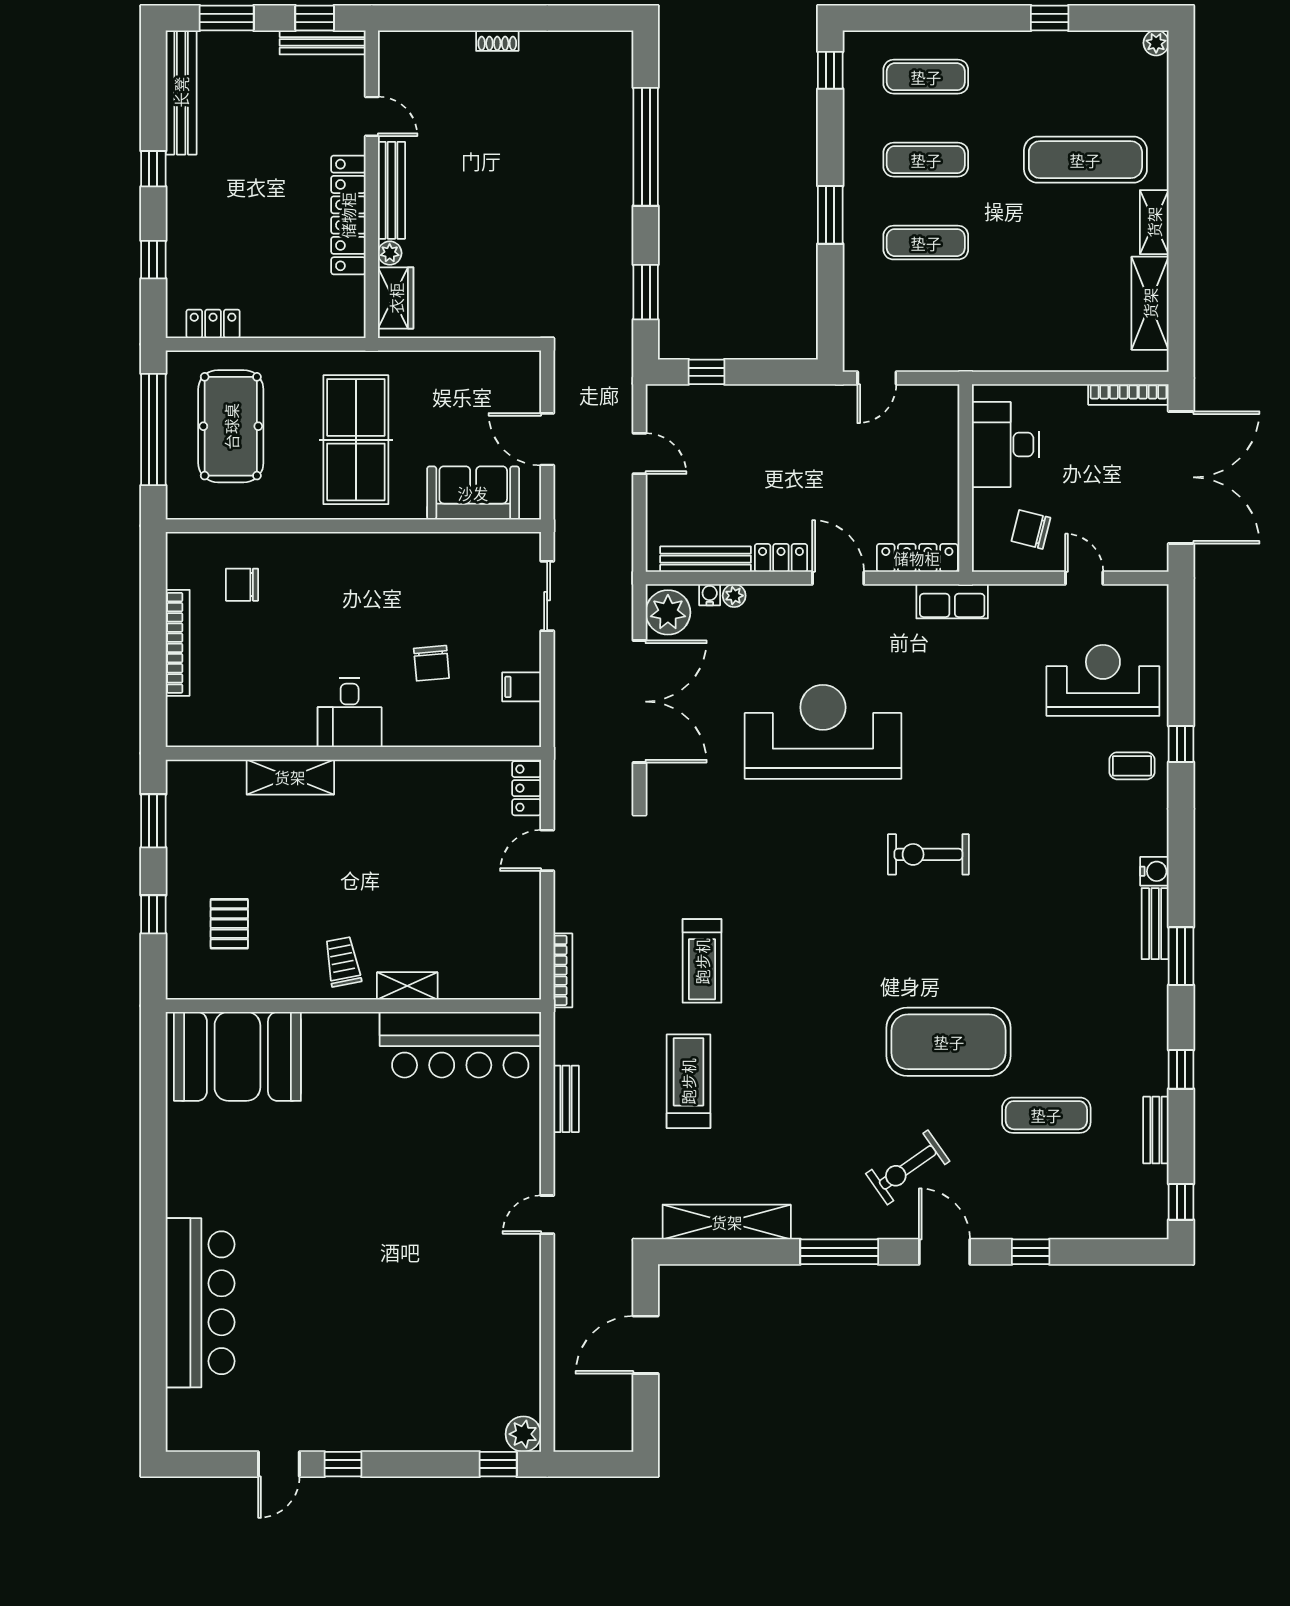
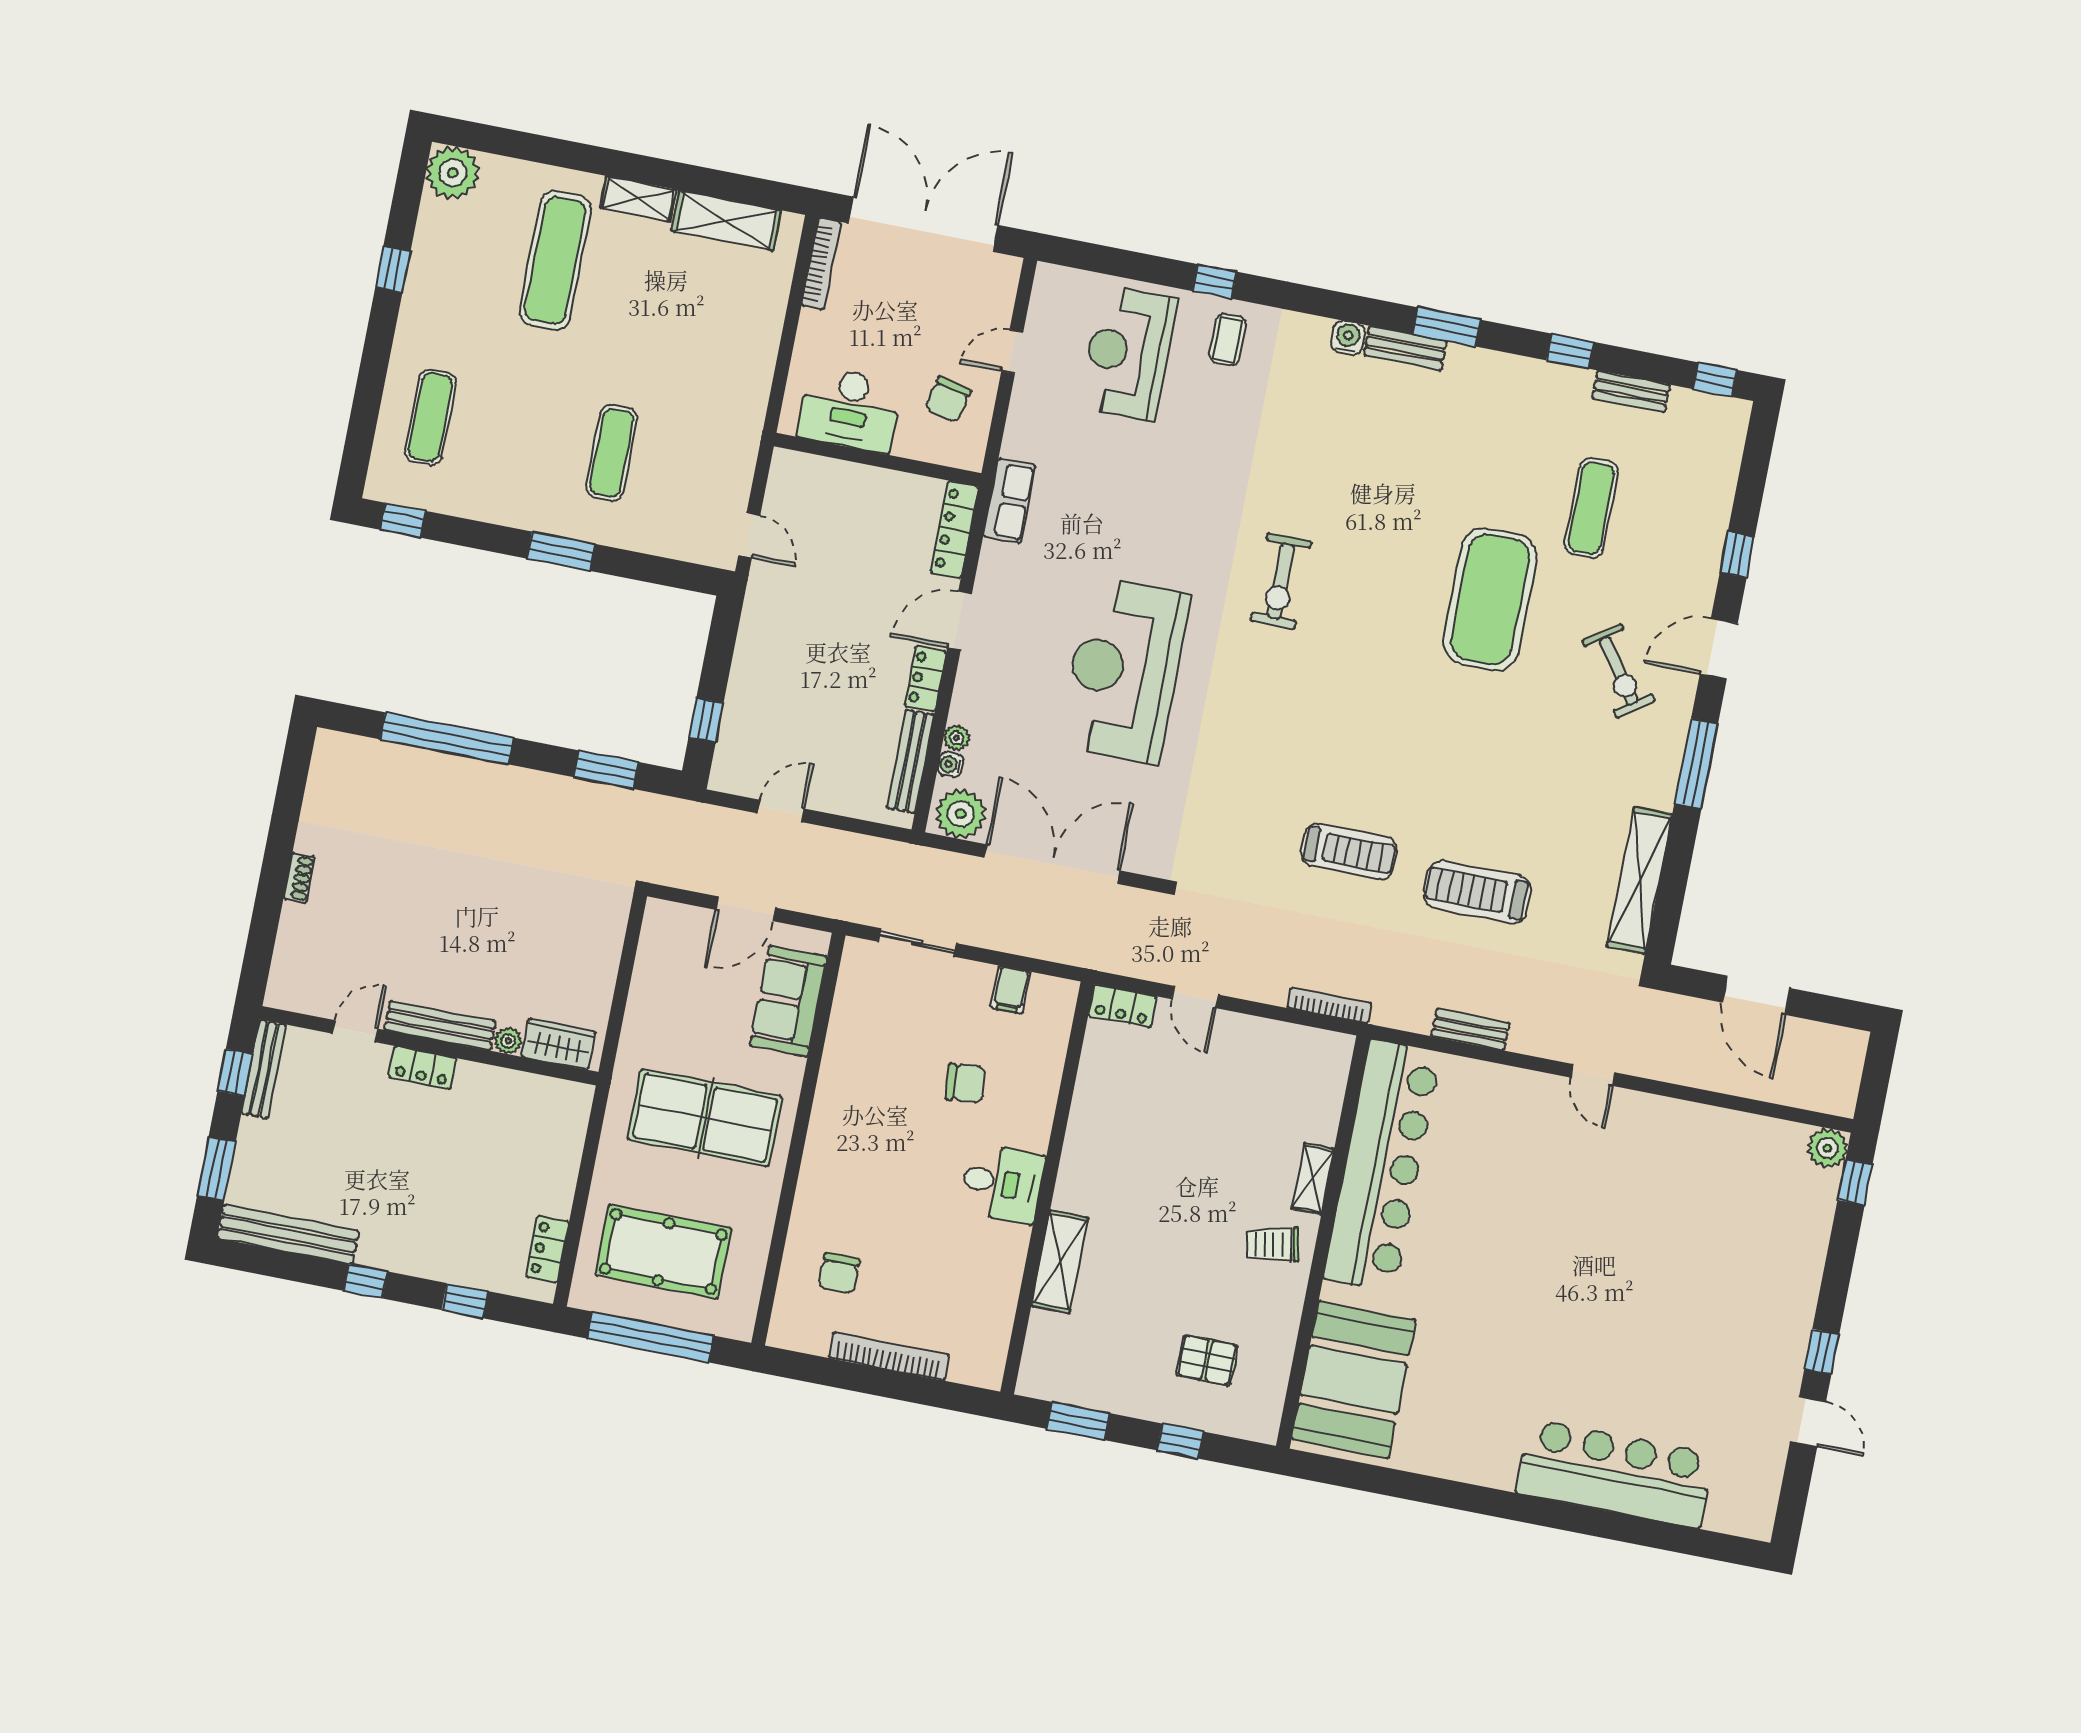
plant: (1156, 43) -> (453, 173), width x1.88, depth x1.88
exercise mat: (926, 160) -> (521, 435), removed
locker: (348, 215) -> (423, 1068), width x0.46, depth x0.83
bar counter: (460, 1045) -> (1382, 1166), width x1.36

